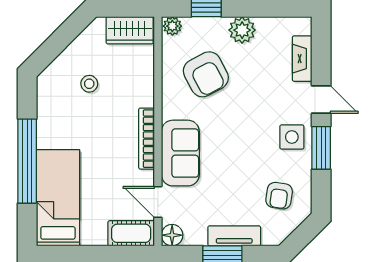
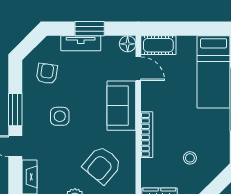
armchair: (206, 74) -> (102, 165), turned -112
side table: (292, 137) -> (60, 116), moved
bookcase: (147, 139) -> (147, 135), moved

